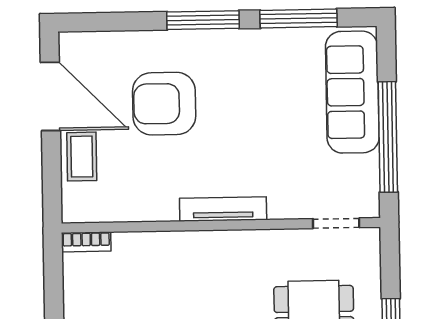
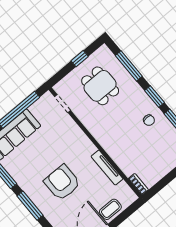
armchair: (164, 104) -> (62, 183), moved, turned 180
tv unit: (223, 209) -> (107, 168), moved

